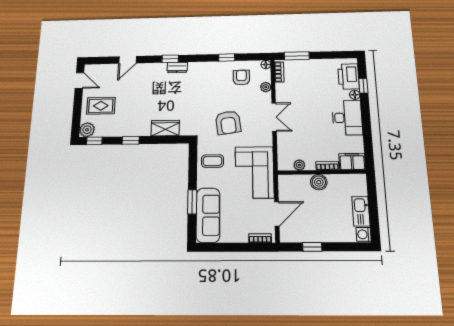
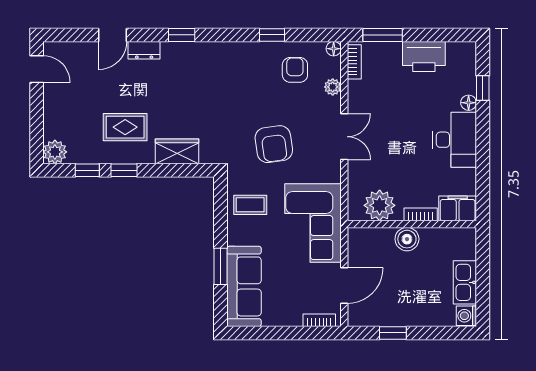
dresser: (177, 67) -> (144, 50), moved
printer: (349, 76) -> (424, 56), moved, turned -90
rug: (101, 106) -> (125, 127), moved
window: (94, 141) -> (87, 170), moved
plant: (299, 165) -> (380, 205), width x1.87, depth x1.87

